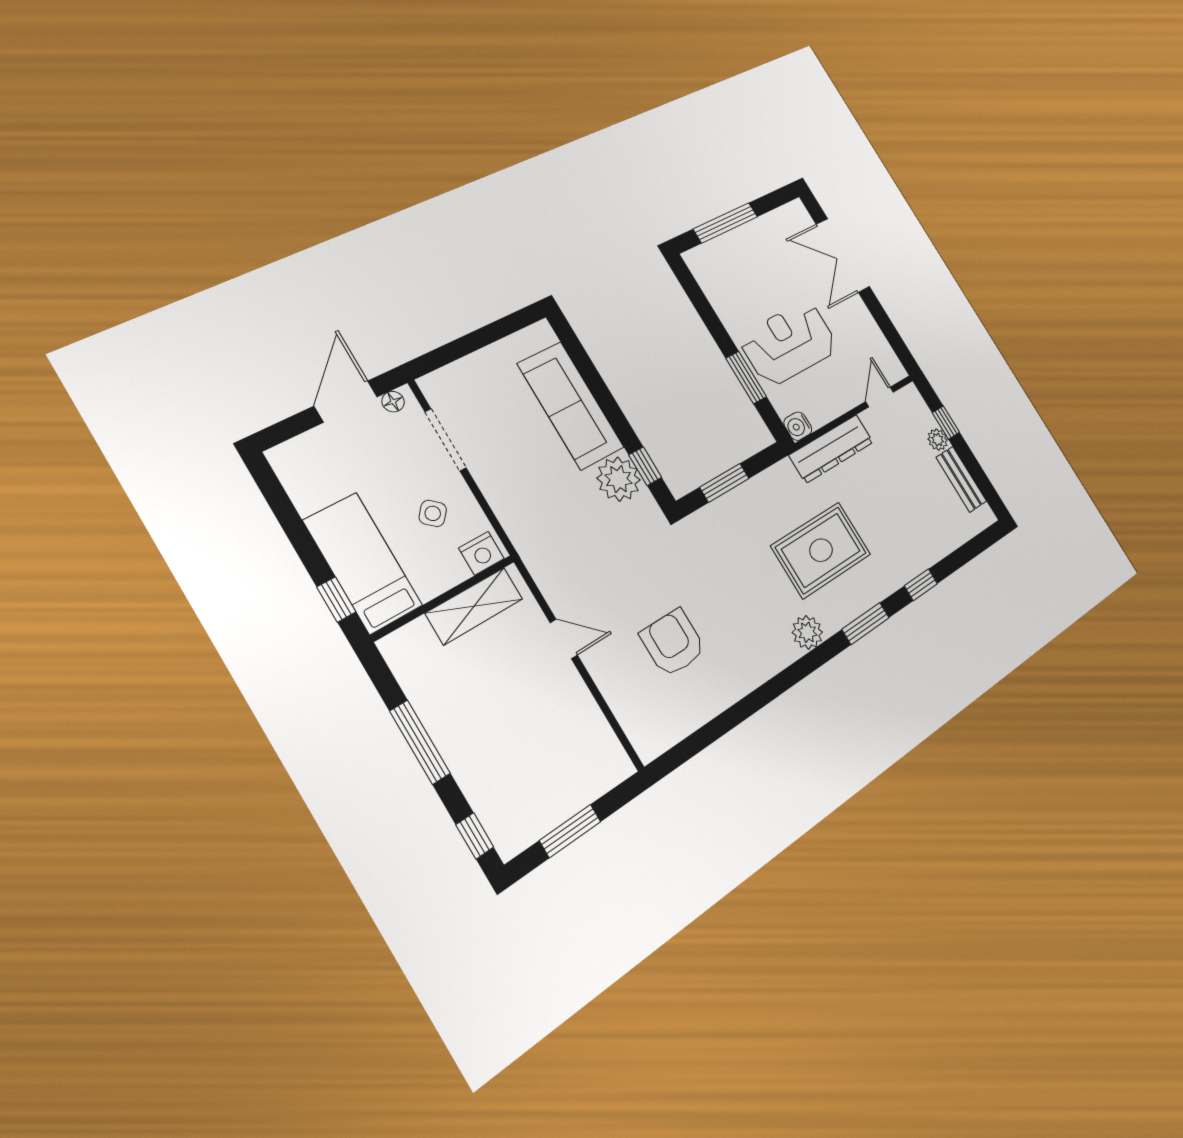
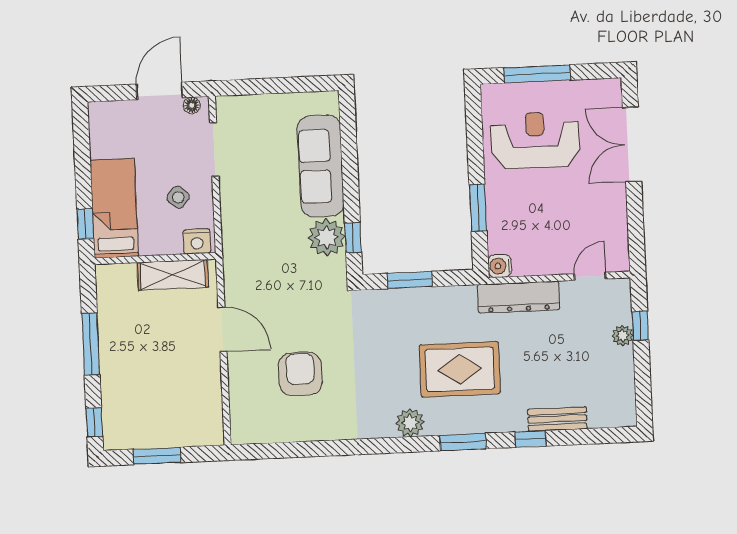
reception desk: (789, 343) -> (535, 140), moved
bench: (961, 479) -> (557, 419), moved, turned 90
door: (564, 639) -> (222, 329), width x1.38

